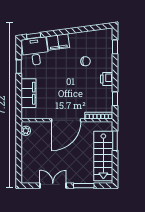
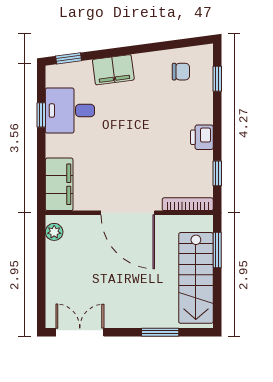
desk: (35, 51) -> (70, 110), moved, turned -82
chair: (86, 61) -> (181, 72), moved
filing cabinet: (28, 93) -> (59, 184), moved
door: (66, 120) -> (128, 213), hinge flipped
double door: (53, 186) -> (80, 332), moved

